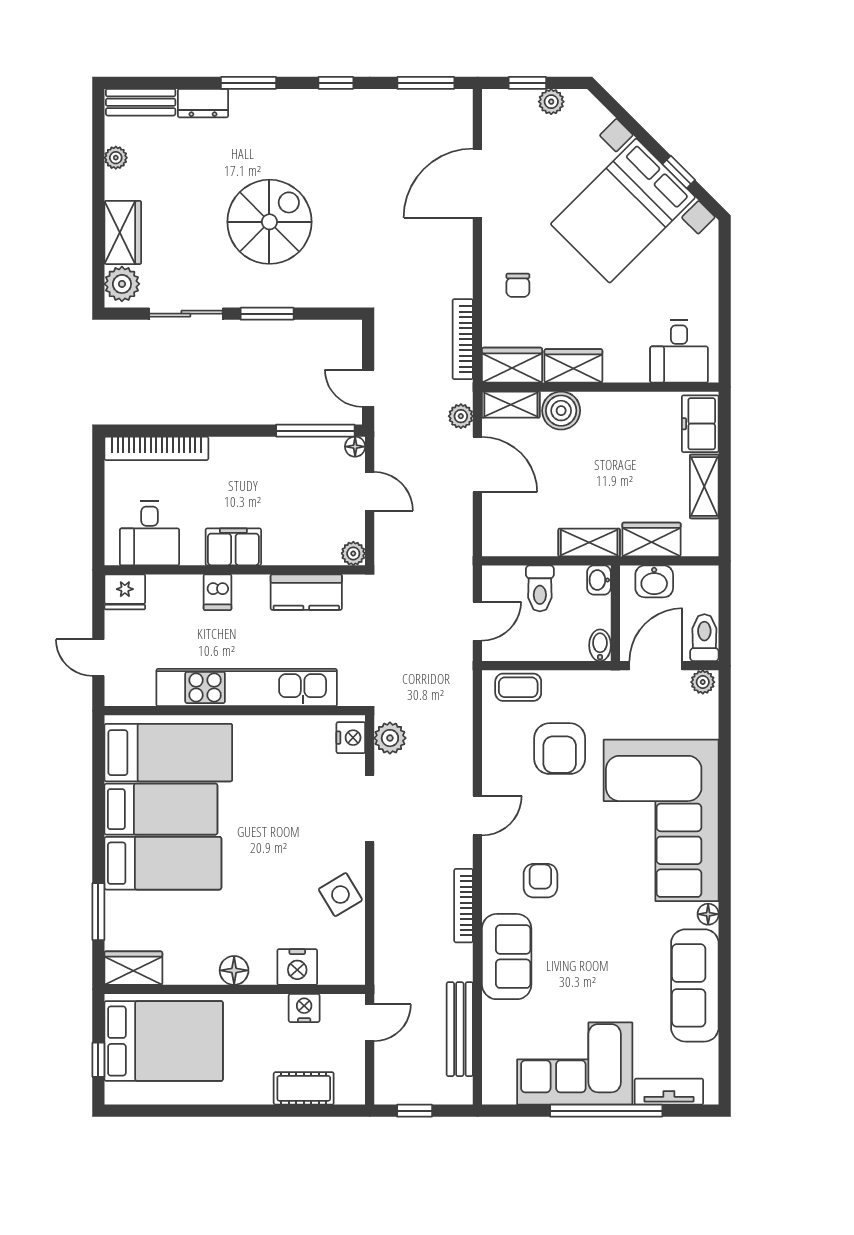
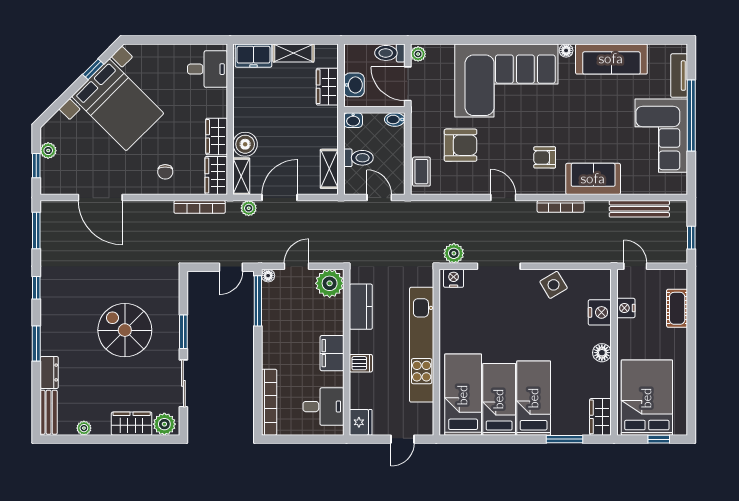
chair: (518, 285) -> (165, 172), turned 90
shelving: (589, 543) -> (329, 169), moved
plant: (353, 553) -> (330, 283), width x1.88, depth x1.88

